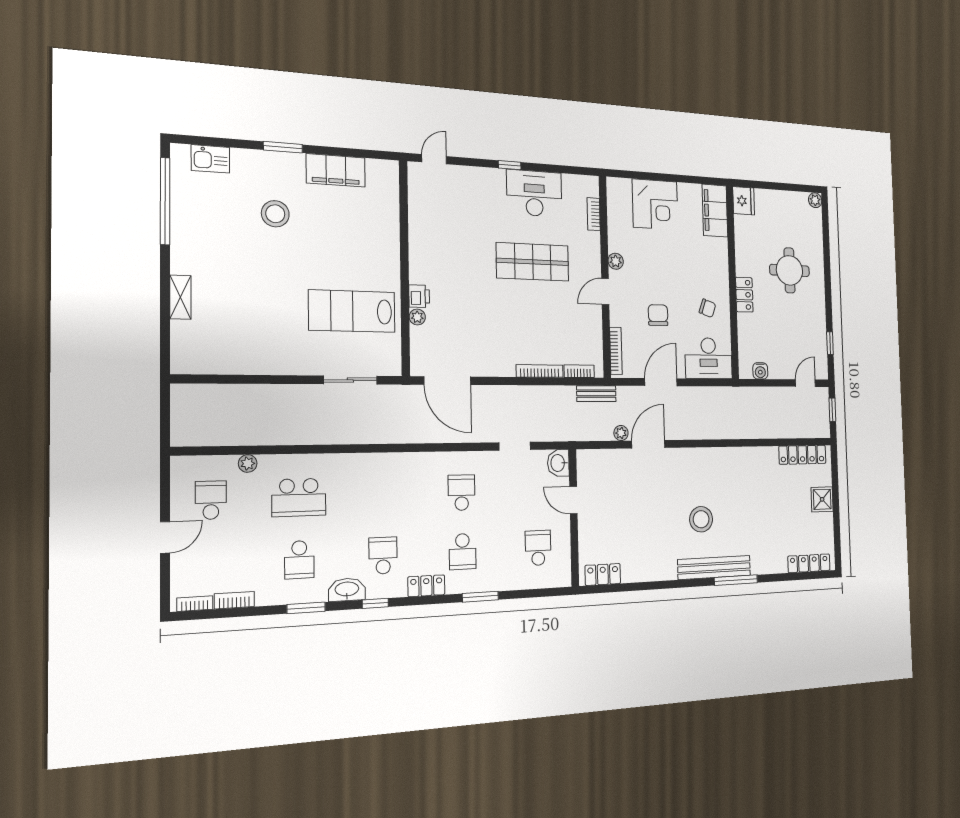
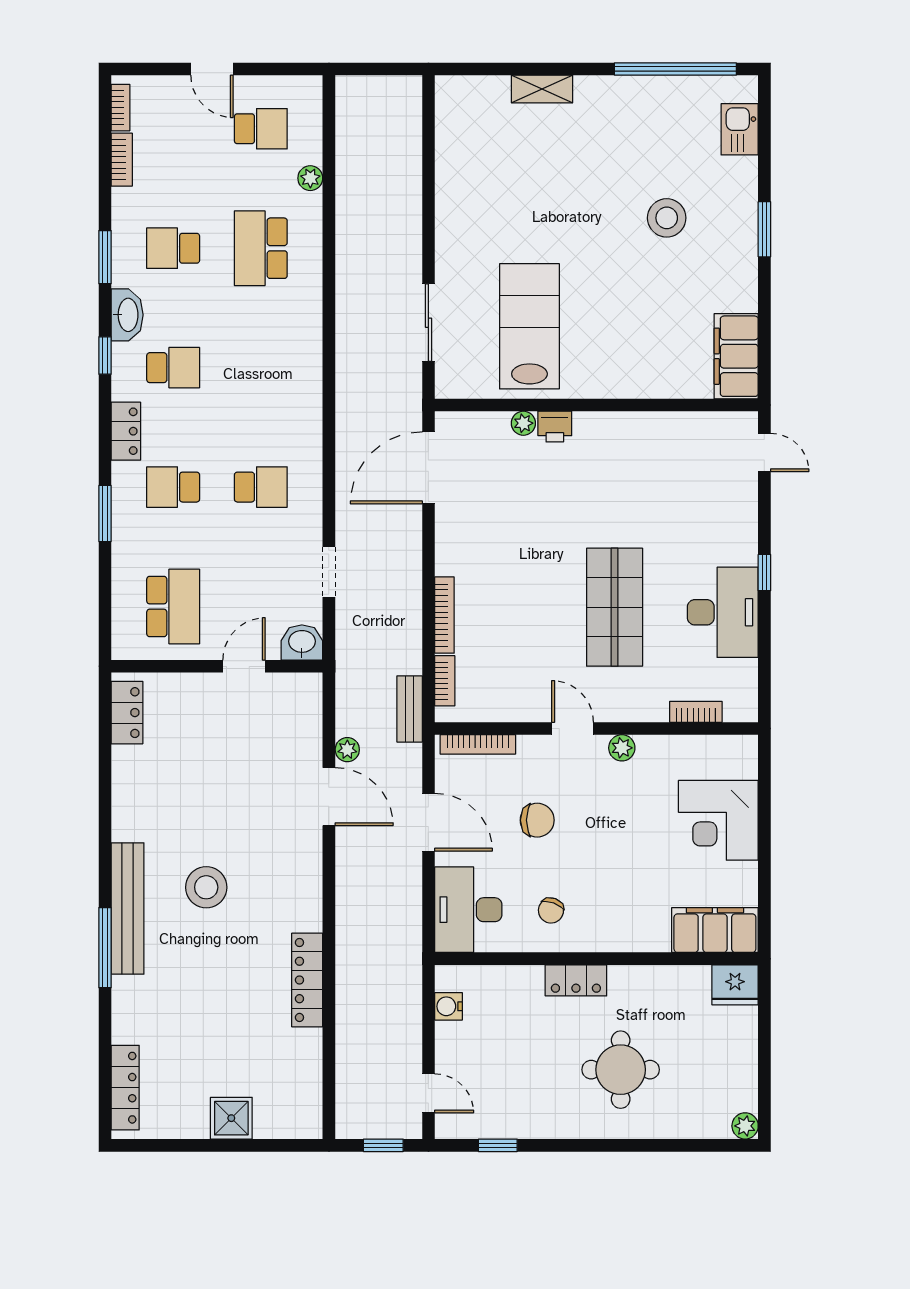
filing cabinet: (336, 170) -> (736, 356), moved
locker: (802, 455) -> (307, 980), moved
school desk: (538, 548) -> (173, 607), width x1.85

